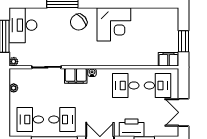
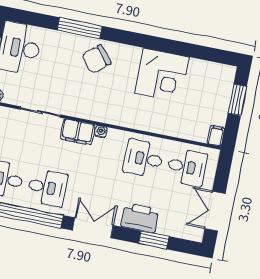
corner desk: (114, 24) -> (162, 75), moved
window: (183, 41) -> (237, 100), moved
filing cabinet: (168, 59) -> (216, 136), width x0.50

